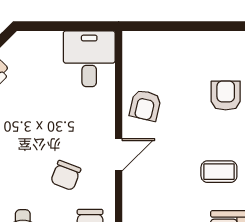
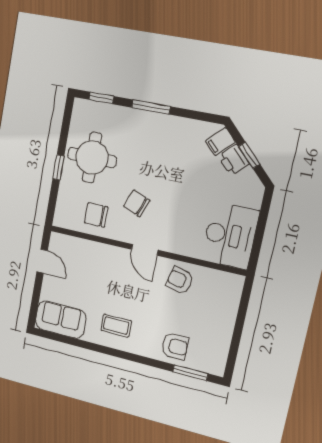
desk: (89, 59) -> (230, 236), width x1.37
coffee table: (219, 172) -> (116, 326), turned 90

